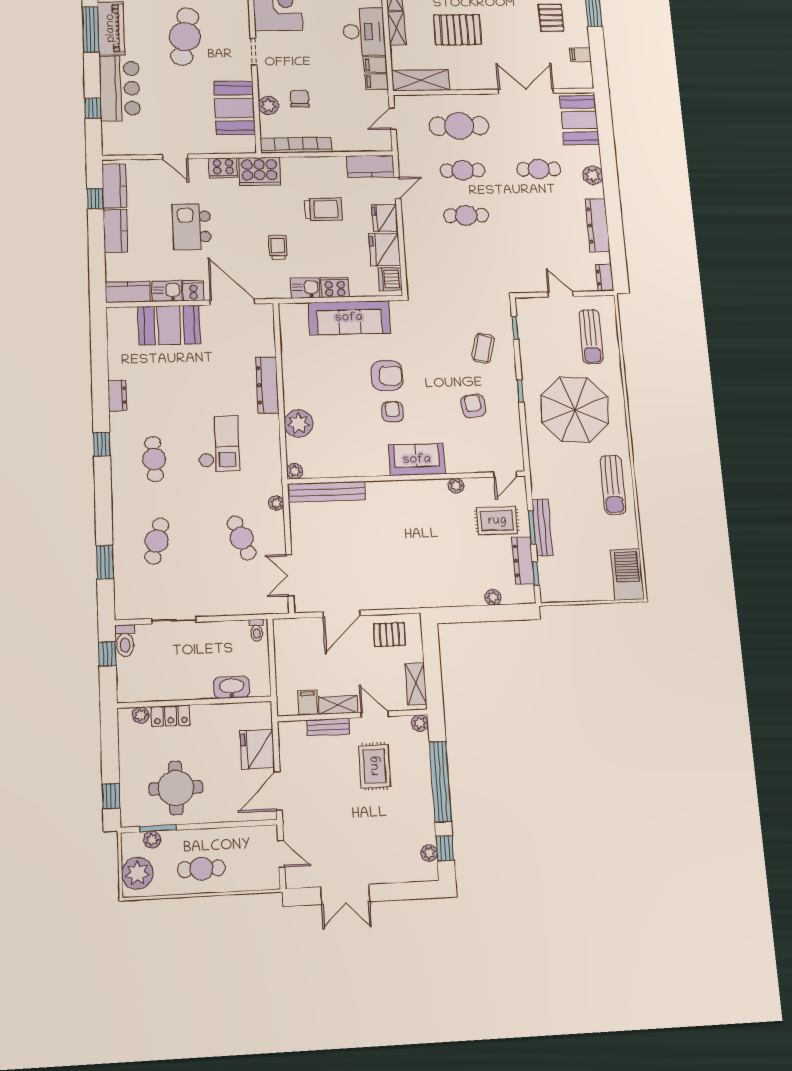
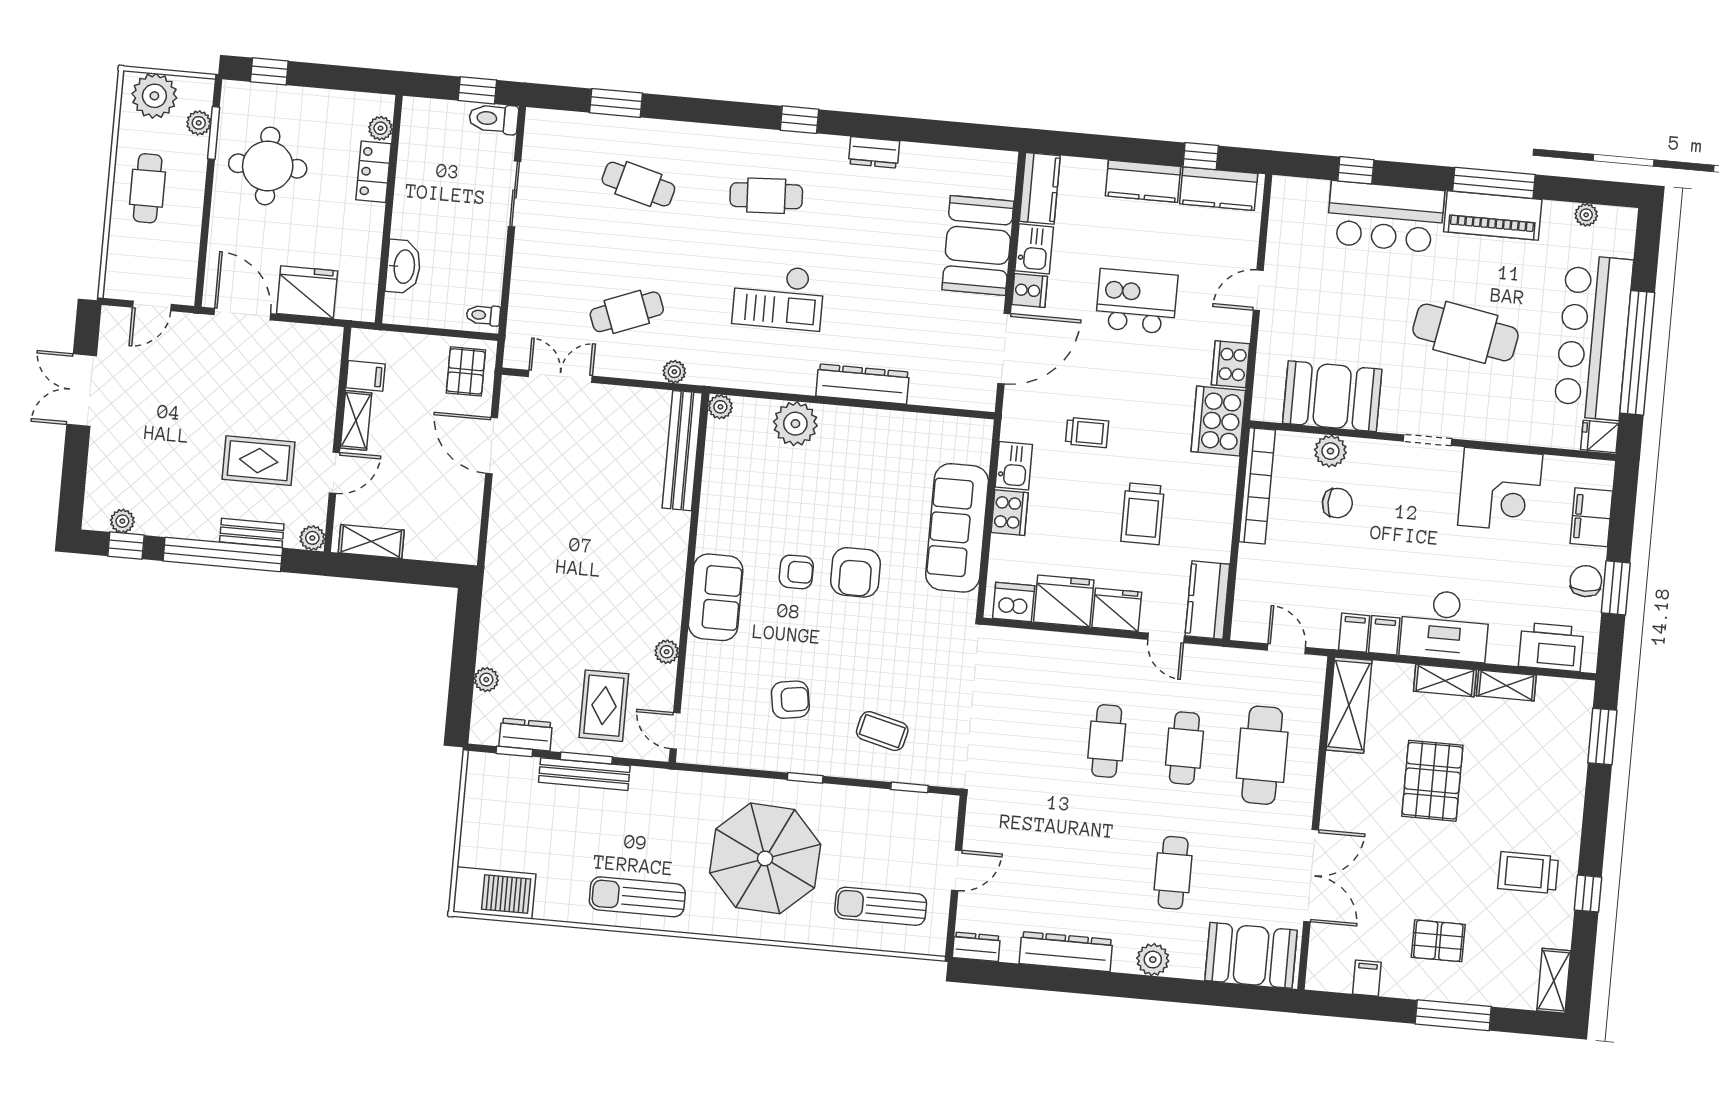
dresser: (523, 561) -> (526, 734), width x0.70
pallet: (389, 635) -> (466, 371), moved
bench: (329, 727) -> (252, 533), moved, turned 90

